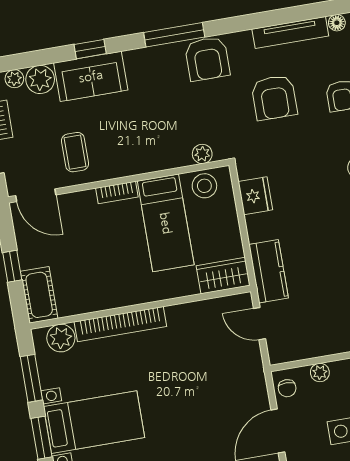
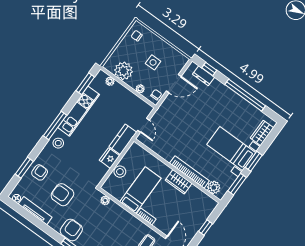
armchair: (274, 98) -> (62, 195), turned -90
stool: (204, 186) -> (120, 172), moved
fridge: (255, 196) -> (110, 158), moved
wardrobe: (223, 276) -> (179, 182), moved
cot: (39, 295) -> (206, 209), removed

